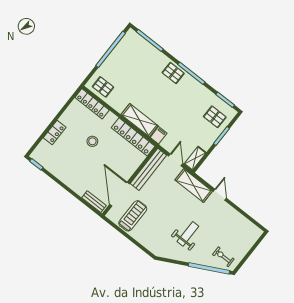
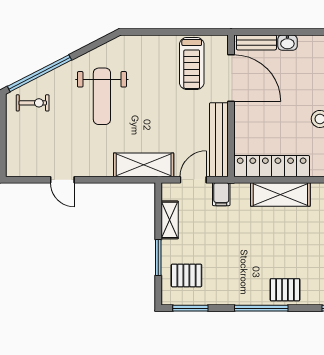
filing cabinet: (159, 135) -> (221, 194), moved
shelving: (195, 158) -> (170, 220), moved
door: (176, 160) -> (193, 180), swing flipped
washbasin: (79, 190) -> (287, 43), added
door: (220, 195) -> (62, 180), moved
weight bench: (188, 234) -> (102, 96), width x1.36, depth x1.33

